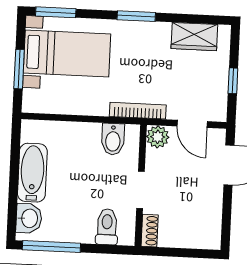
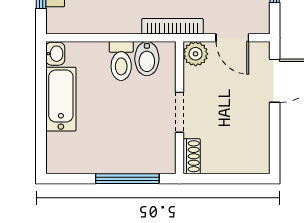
washbasin: (29, 218) -> (55, 54), moved, width x0.72, depth x0.69
toilet: (107, 227) -> (121, 61), moved, turned 180
window: (51, 247) -> (127, 179), moved

